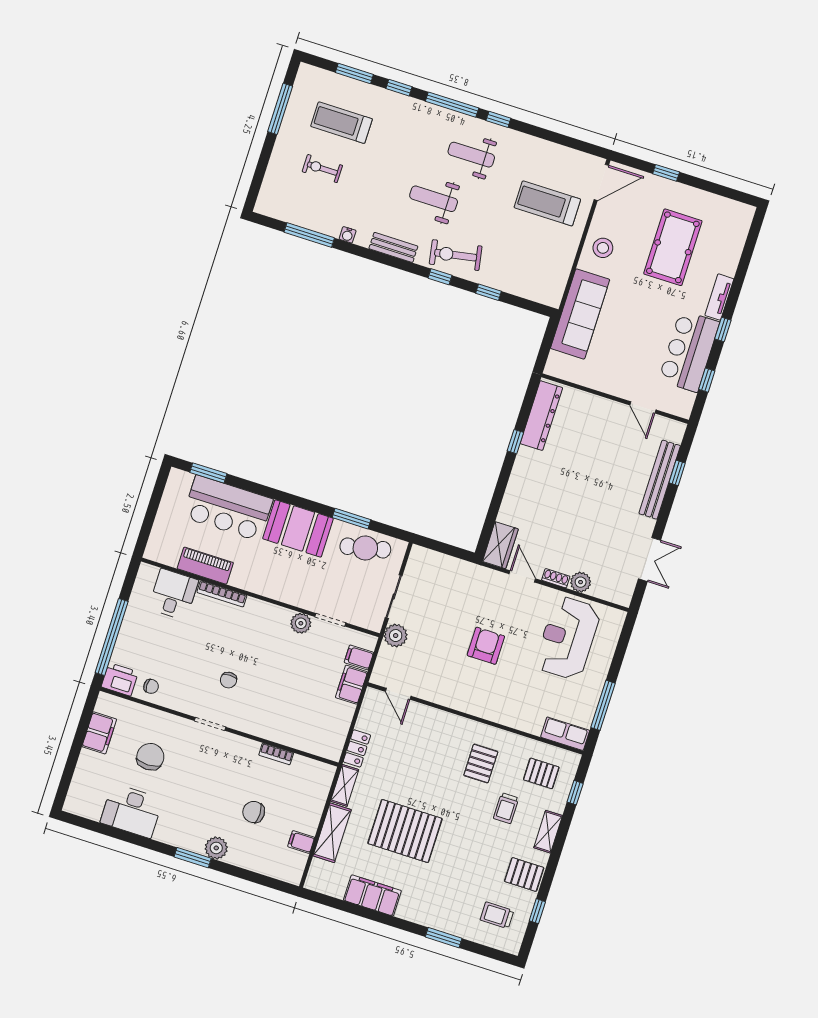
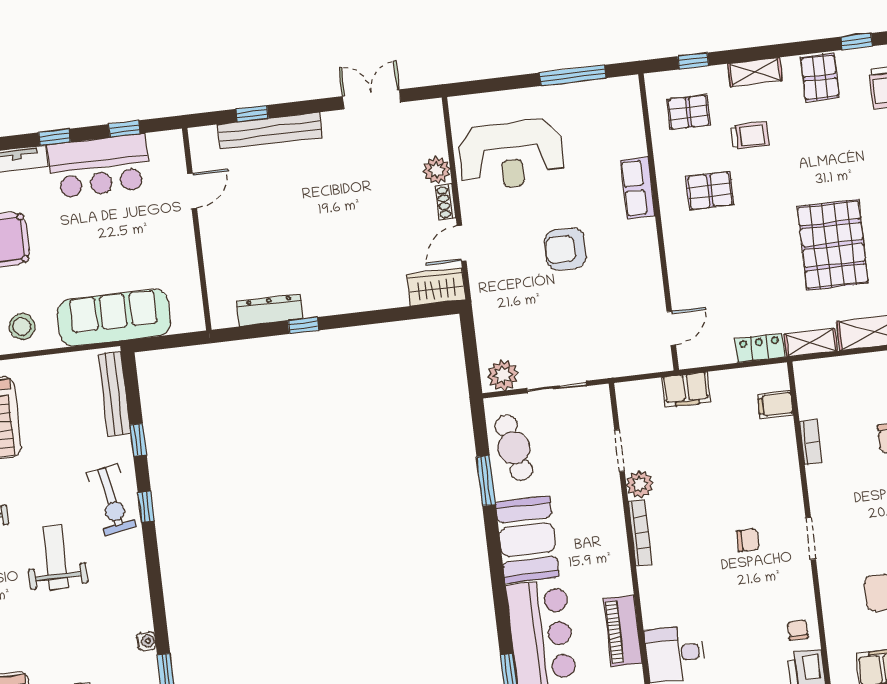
weight bench: (434, 199) -> (56, 557), turned 180
bench: (393, 247) -> (114, 394), moved, width x1.36
dresser: (541, 416) -> (270, 310), width x0.73, depth x0.80
bookcase: (222, 594) -> (640, 533), moved
plant: (396, 636) -> (503, 375), moved
filing cabinet: (359, 657) -> (775, 404), moved, turned 90
row of seats: (565, 734) -> (638, 188), moved
pallet: (541, 773) -> (689, 112), turned 90

